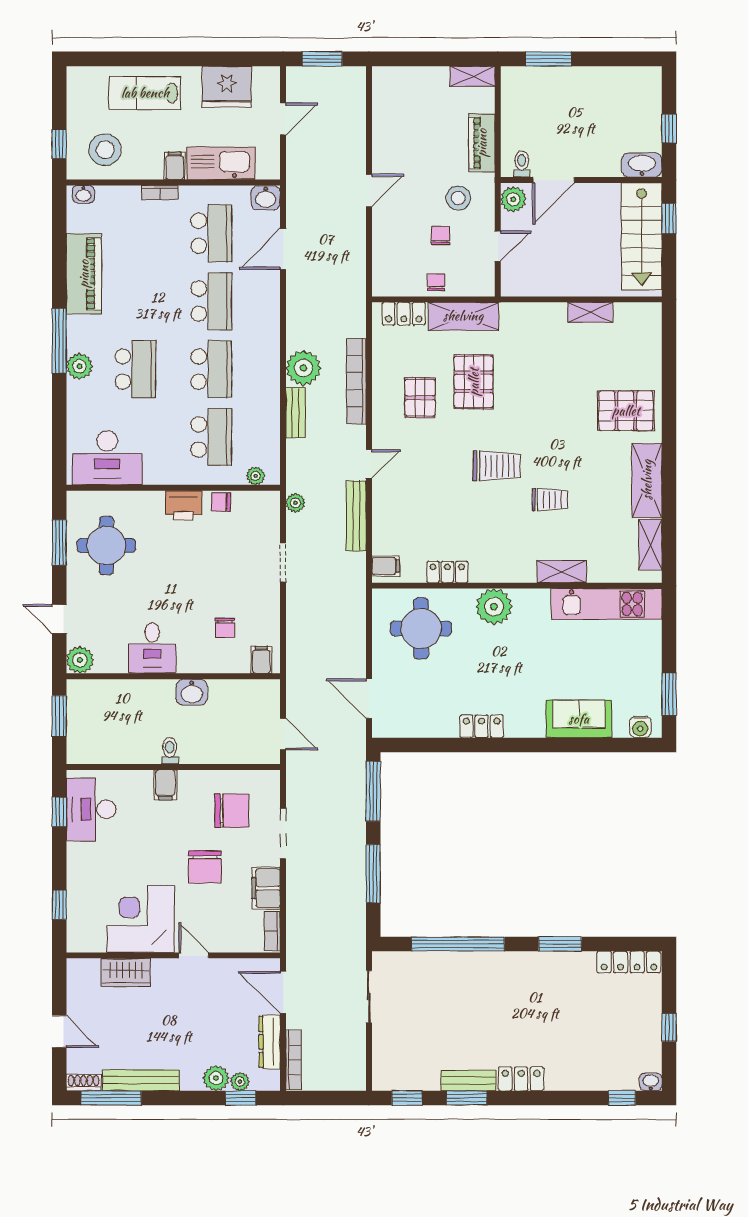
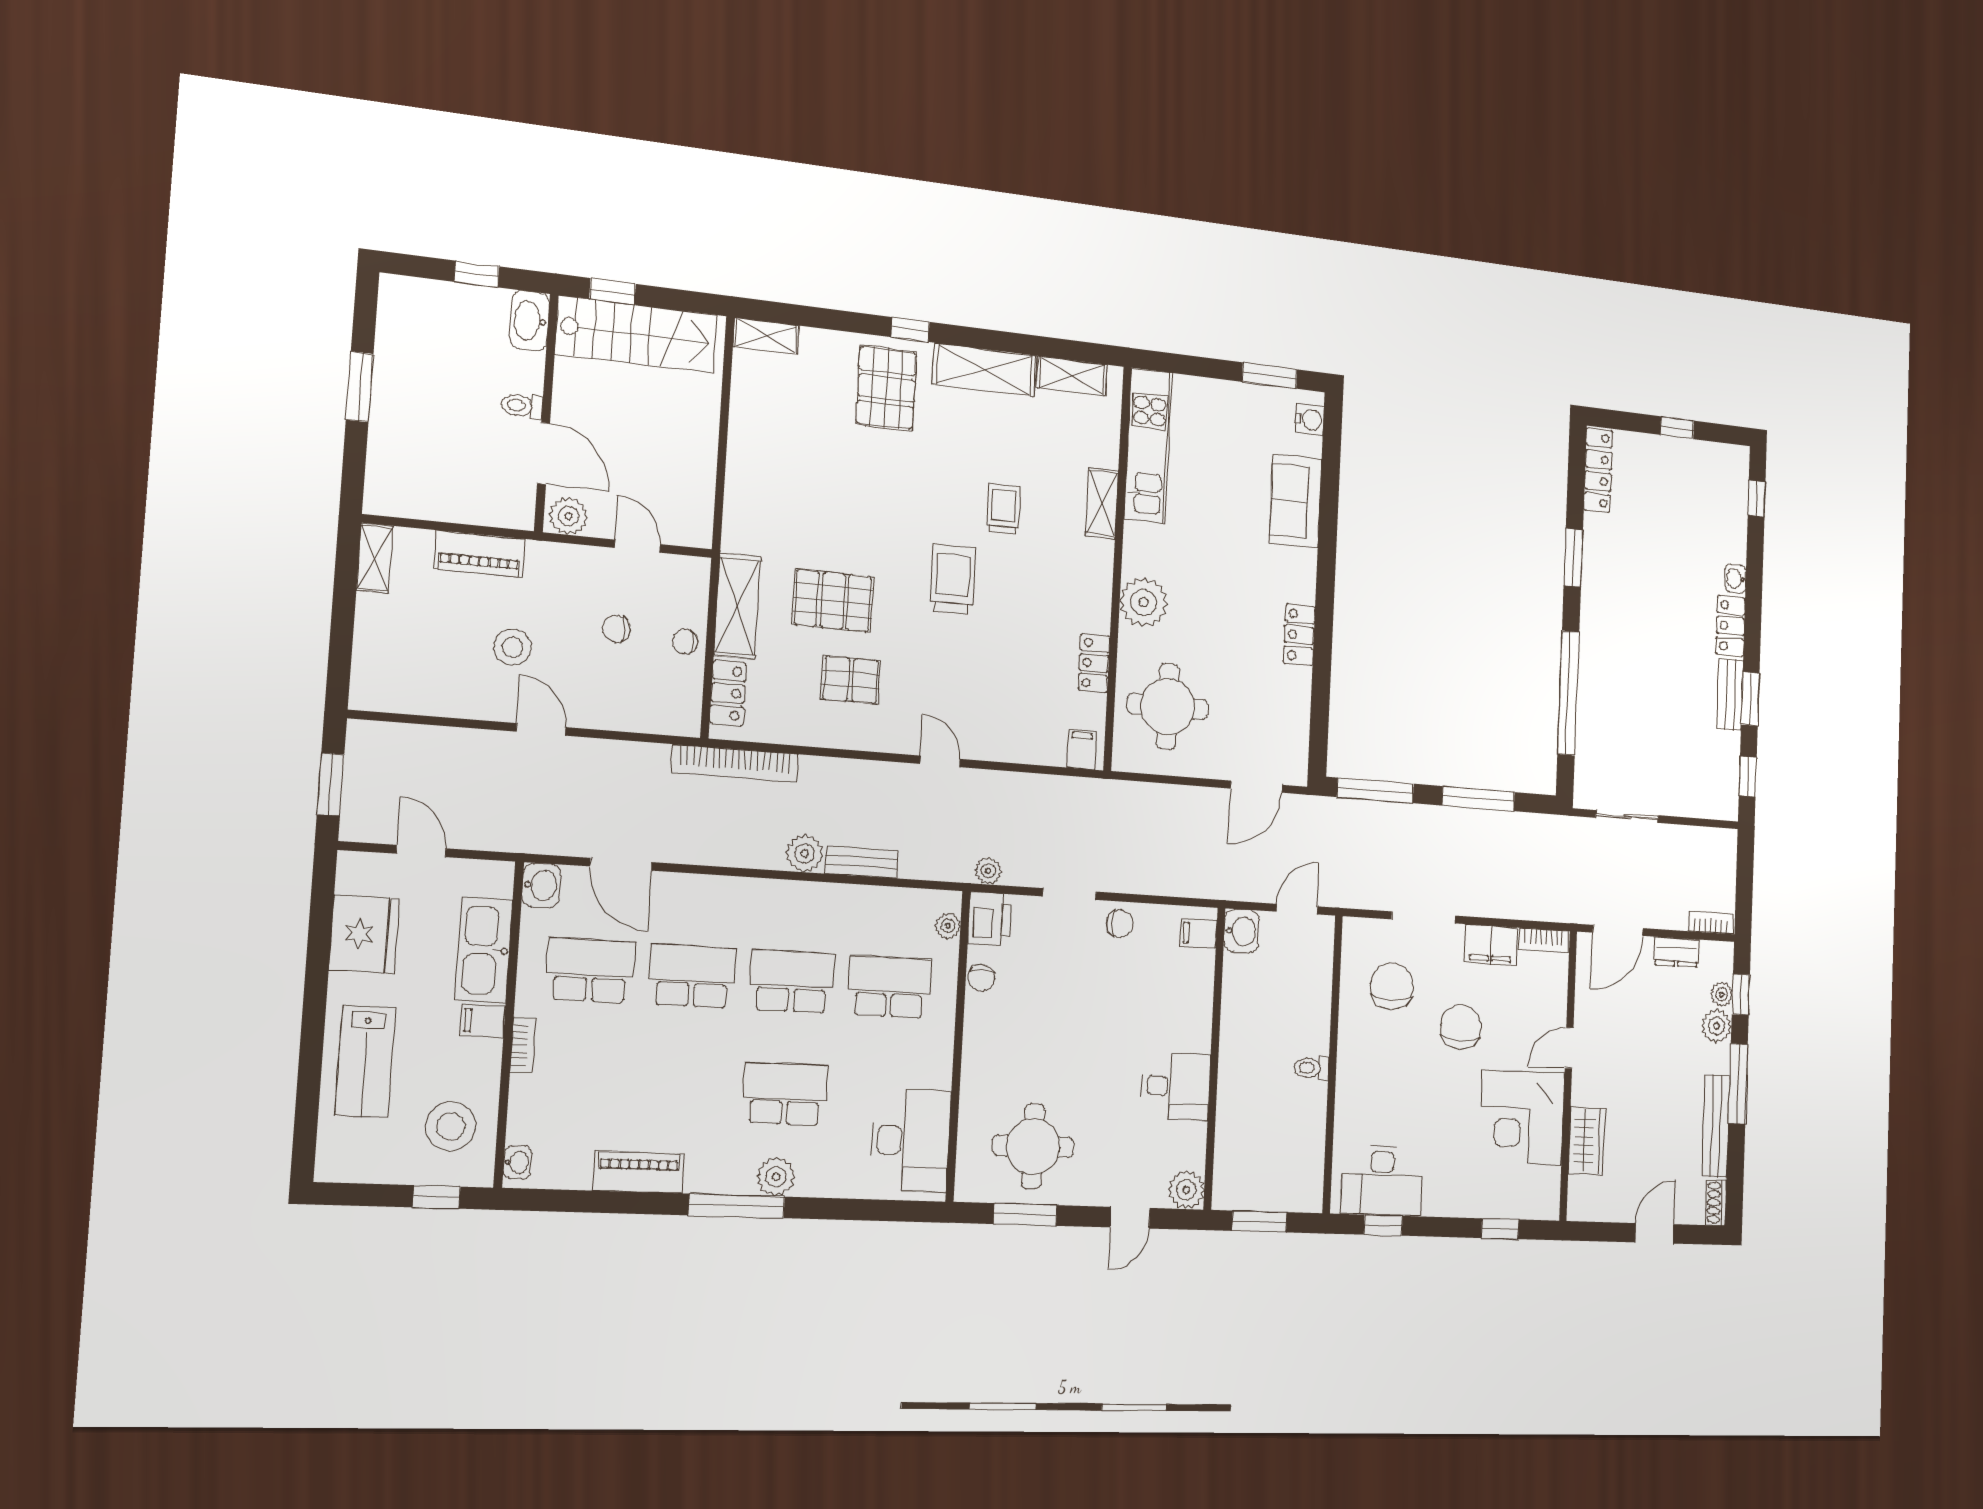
window: (548, 59) -> (360, 387), moved
toilet: (522, 164) -> (522, 406), moved
stool: (458, 198) -> (512, 647), moved
piano: (84, 274) -> (639, 1172), width x0.73, depth x0.75
shelving: (590, 312) -> (766, 336), moved, turned 90
plant: (303, 368) -> (805, 853), width x0.73, depth x0.73
bookcase: (356, 381) -> (735, 764), moved
window: (669, 425) -> (910, 330), added
printer: (184, 506) -> (990, 919), moved
bench: (356, 516) -> (1011, 785), removed
chair: (225, 628) -> (1120, 924), moved
washbasin: (192, 692) -> (1241, 931), moved
filing cabinet: (165, 785) -> (1355, 1076), removed
chair: (205, 867) -> (1461, 1027), turned -90
dresser: (270, 1042) -> (1676, 952), width x0.70
bookcase: (293, 1060) -> (1711, 923), width x0.64
washbasin: (651, 1082) -> (1735, 579), moved
window: (111, 1098) -> (1738, 1084), moved

